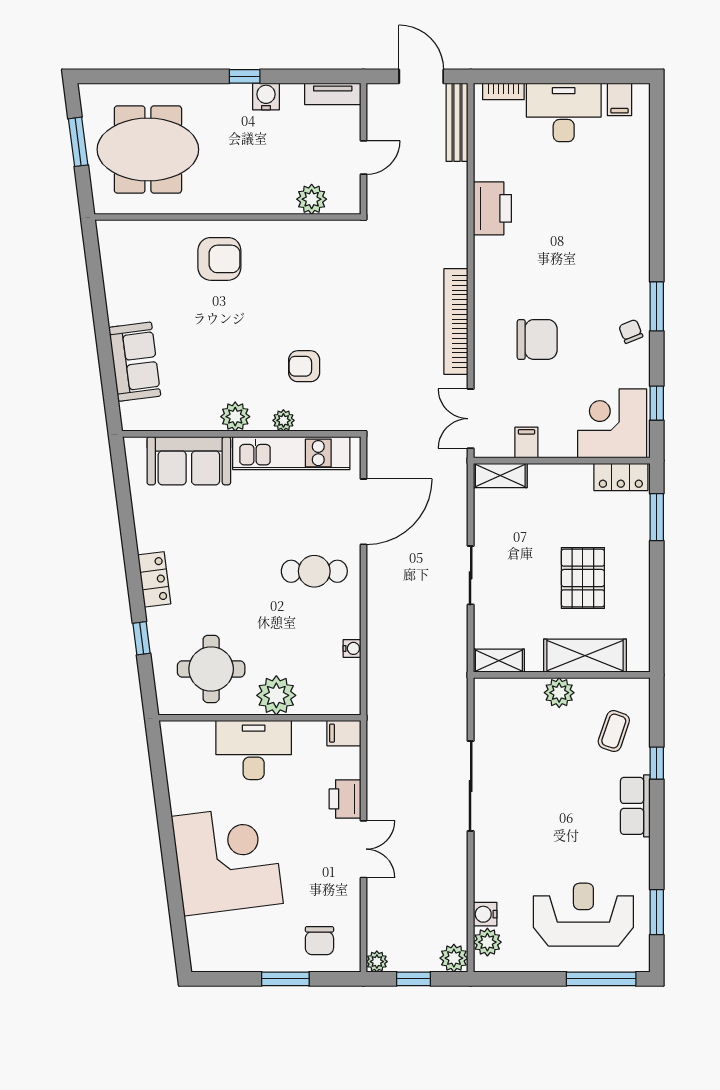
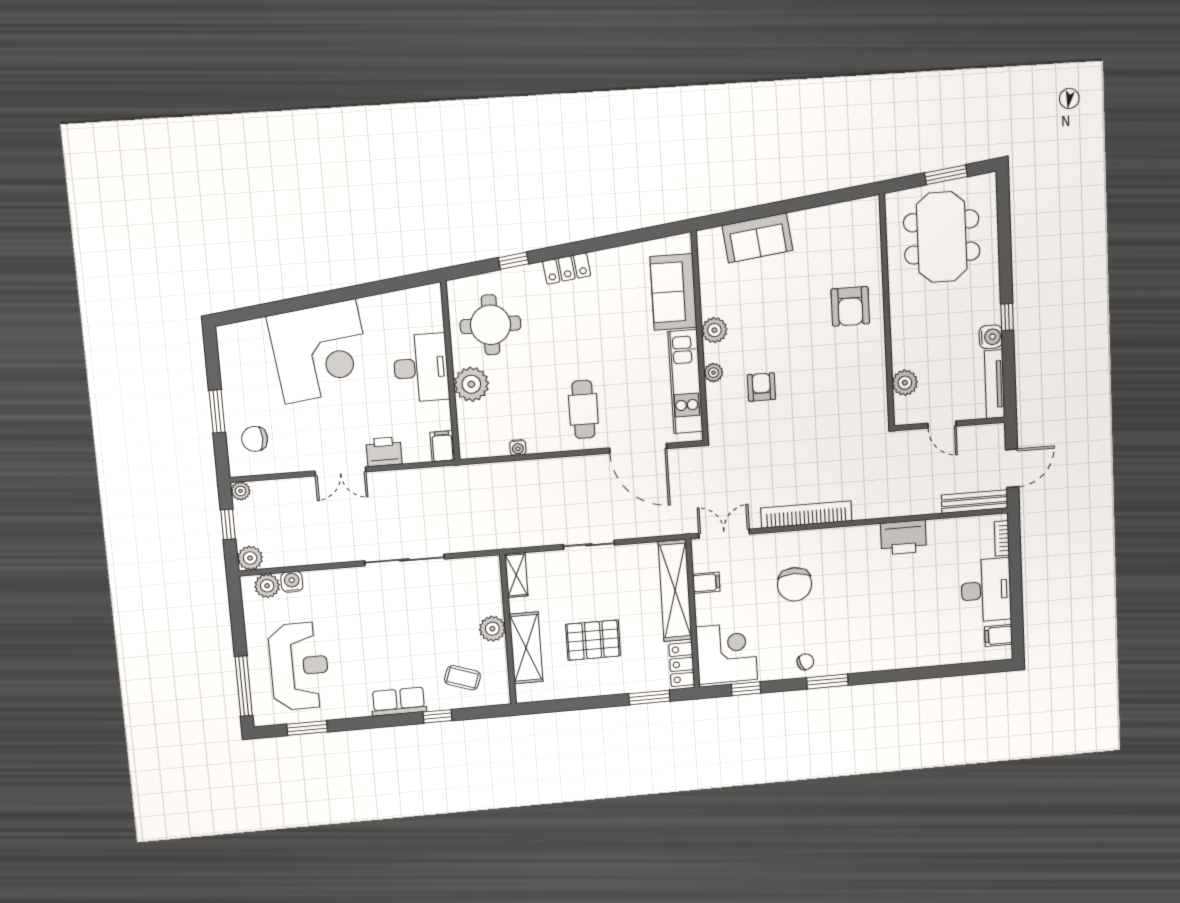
tv unit: (333, 94) -> (995, 384), width x1.41
shelving: (500, 475) -> (675, 590), width x2.20, depth x1.33

